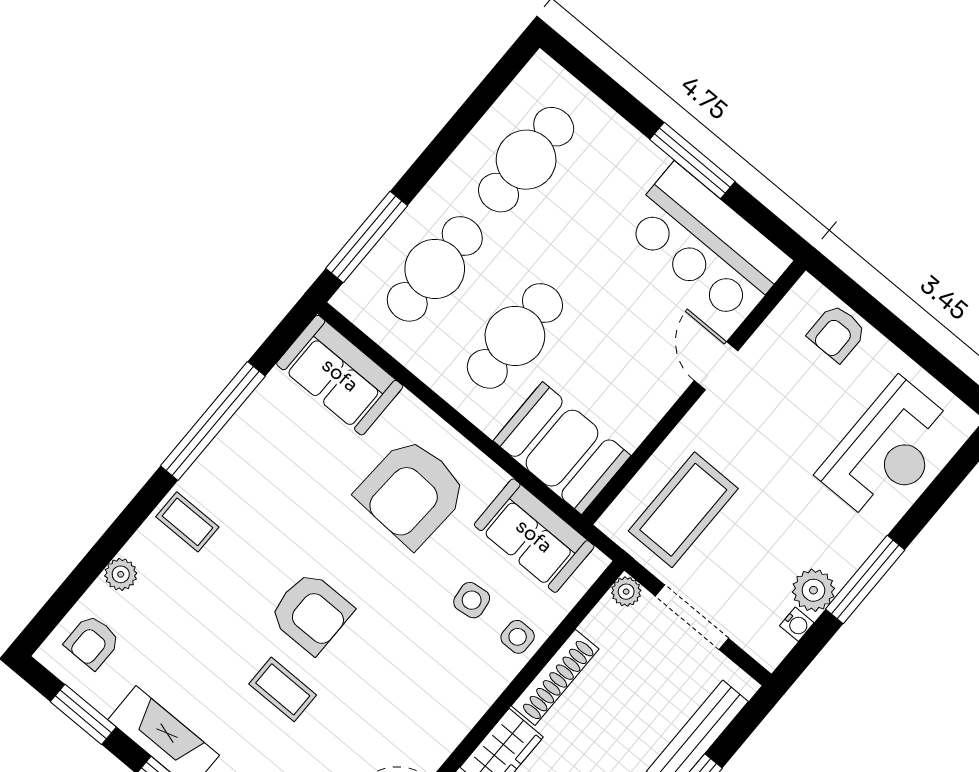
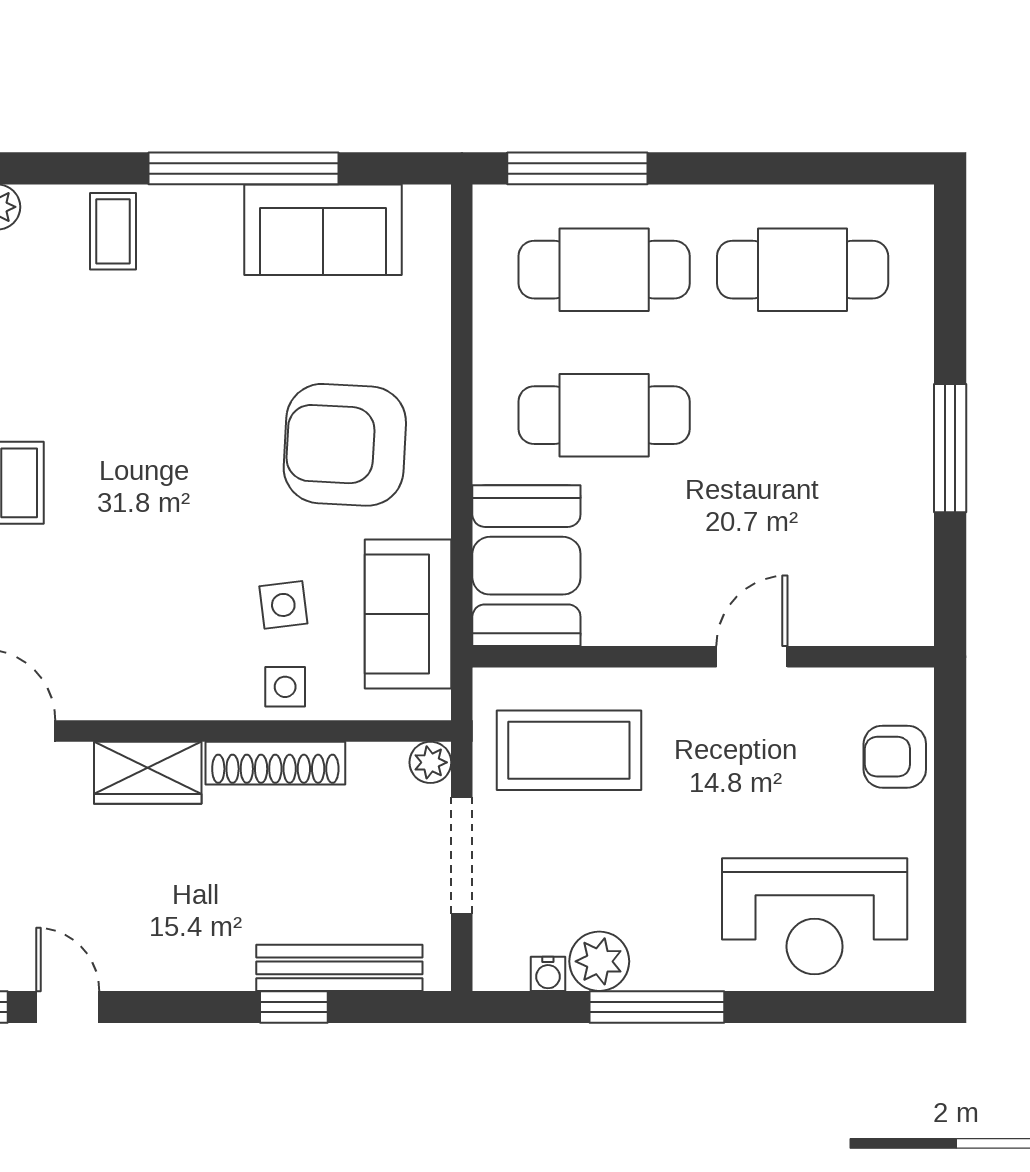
bar counter: (707, 244) -> (874, 537), removed
sofa: (340, 375) -> (323, 230), moved, turned -90
armchair: (311, 613) -> (126, 445), removed

